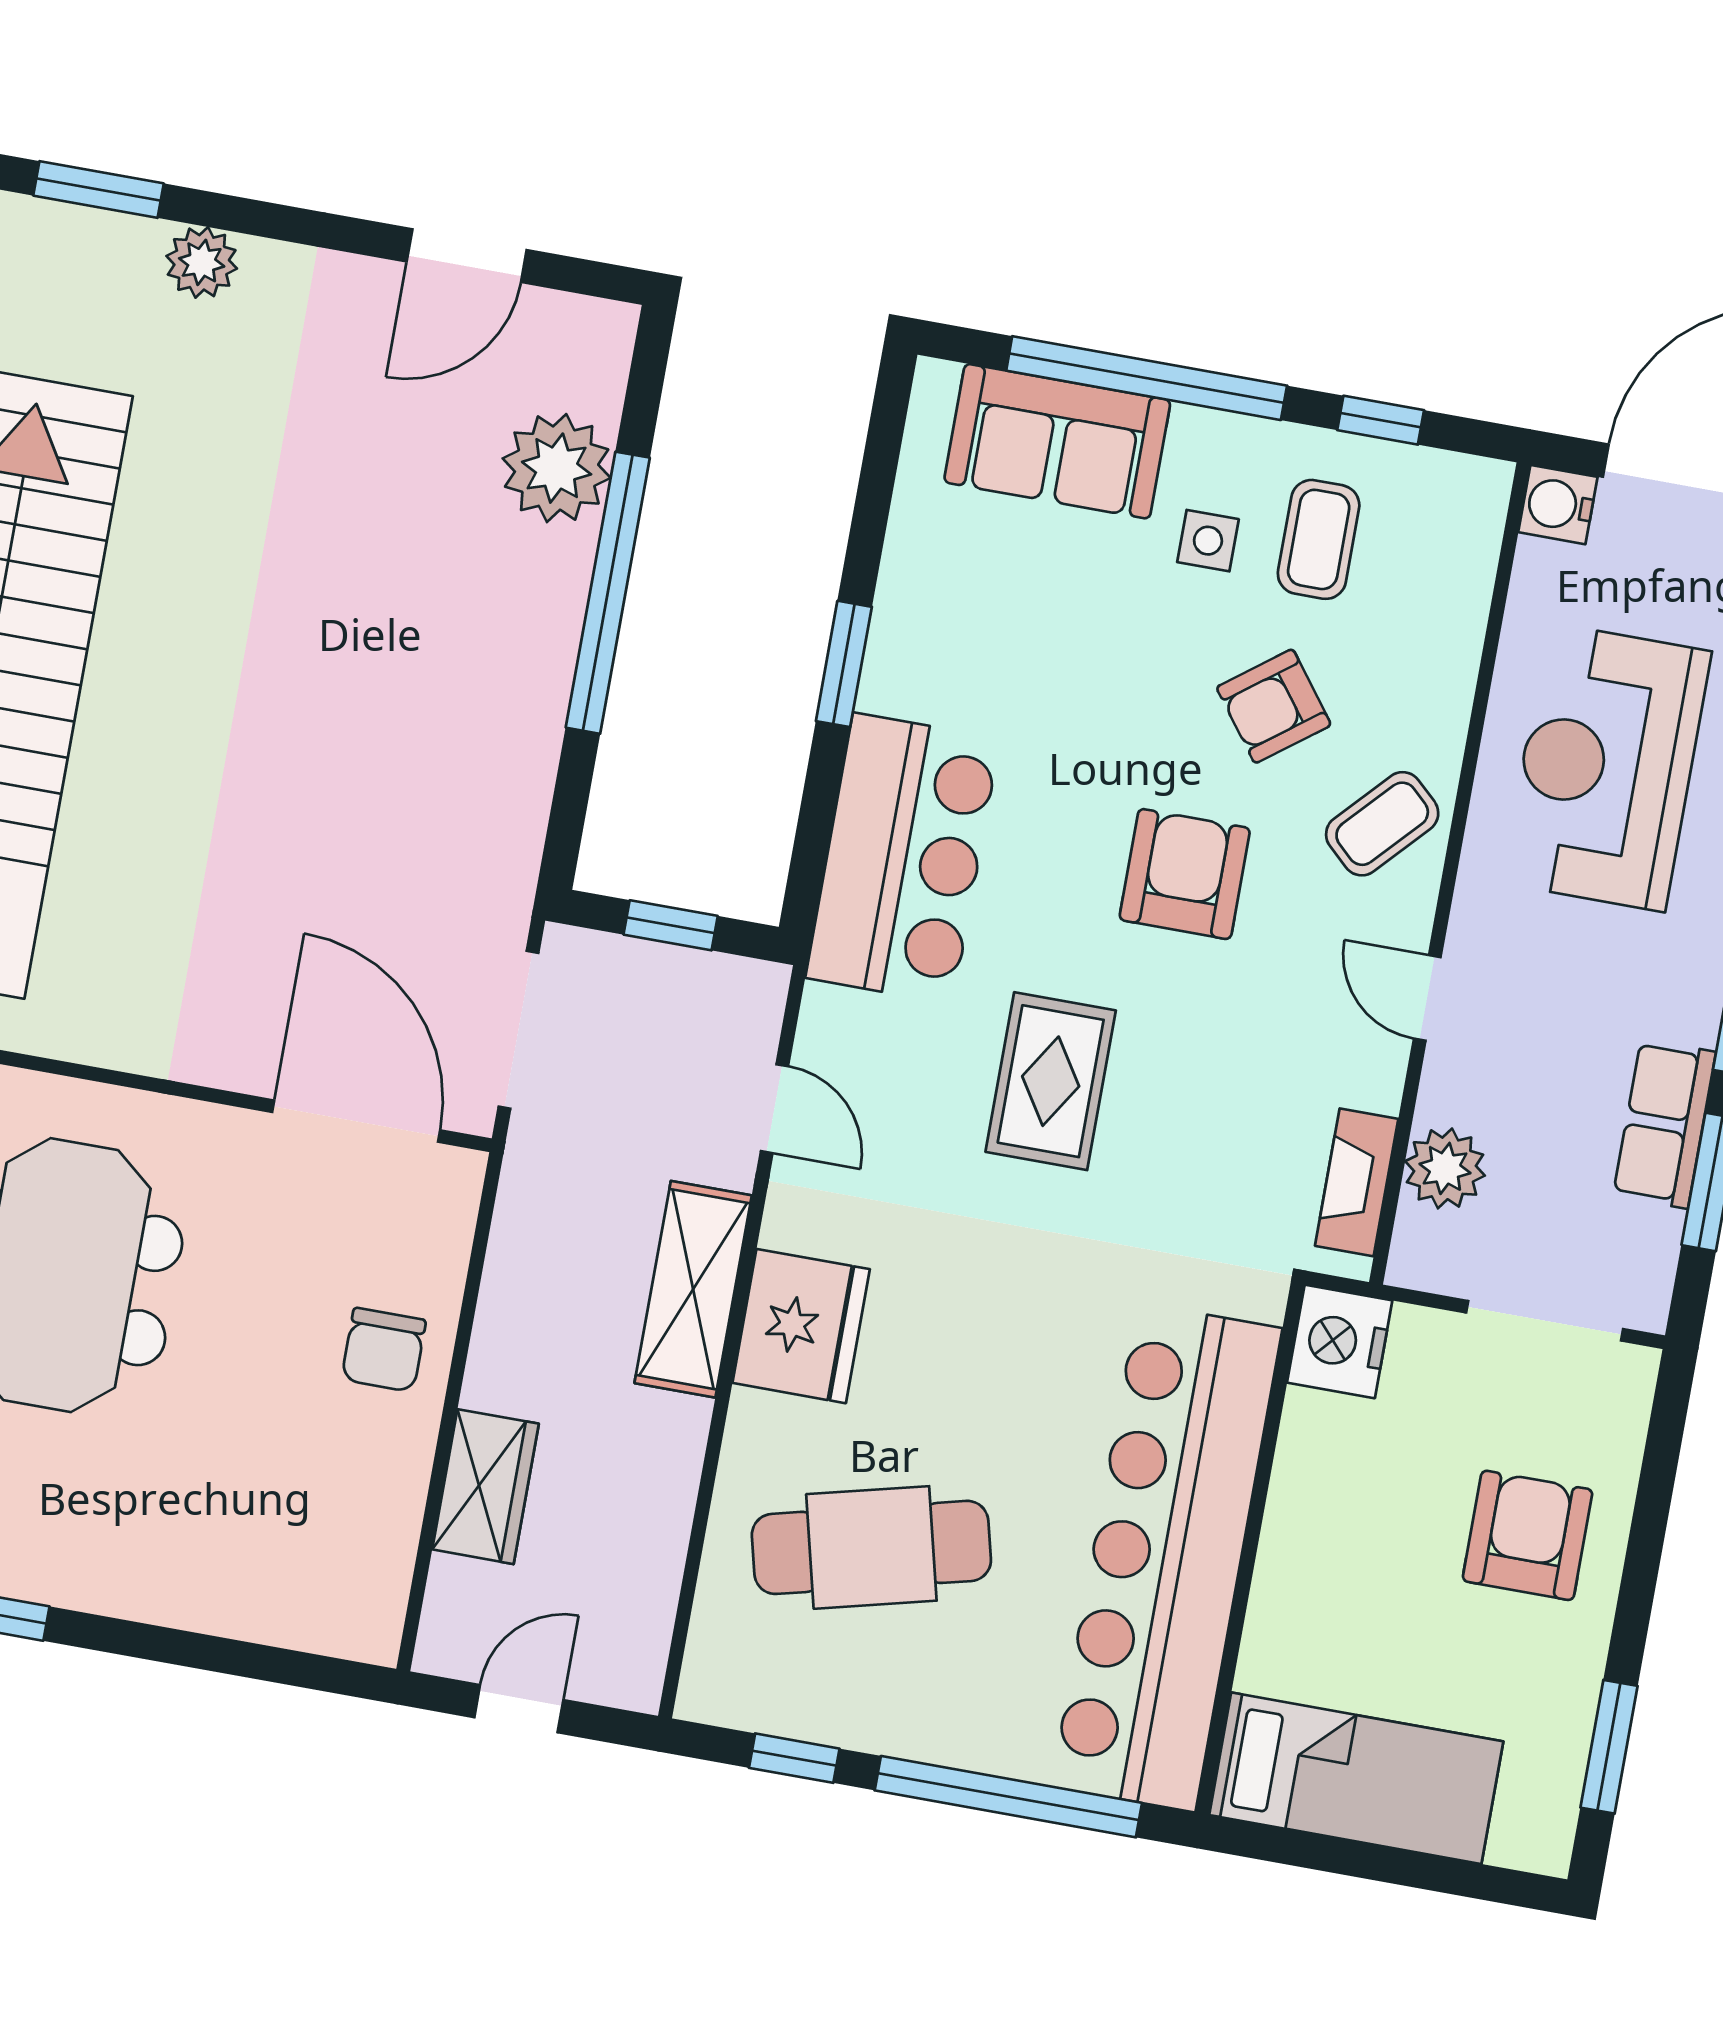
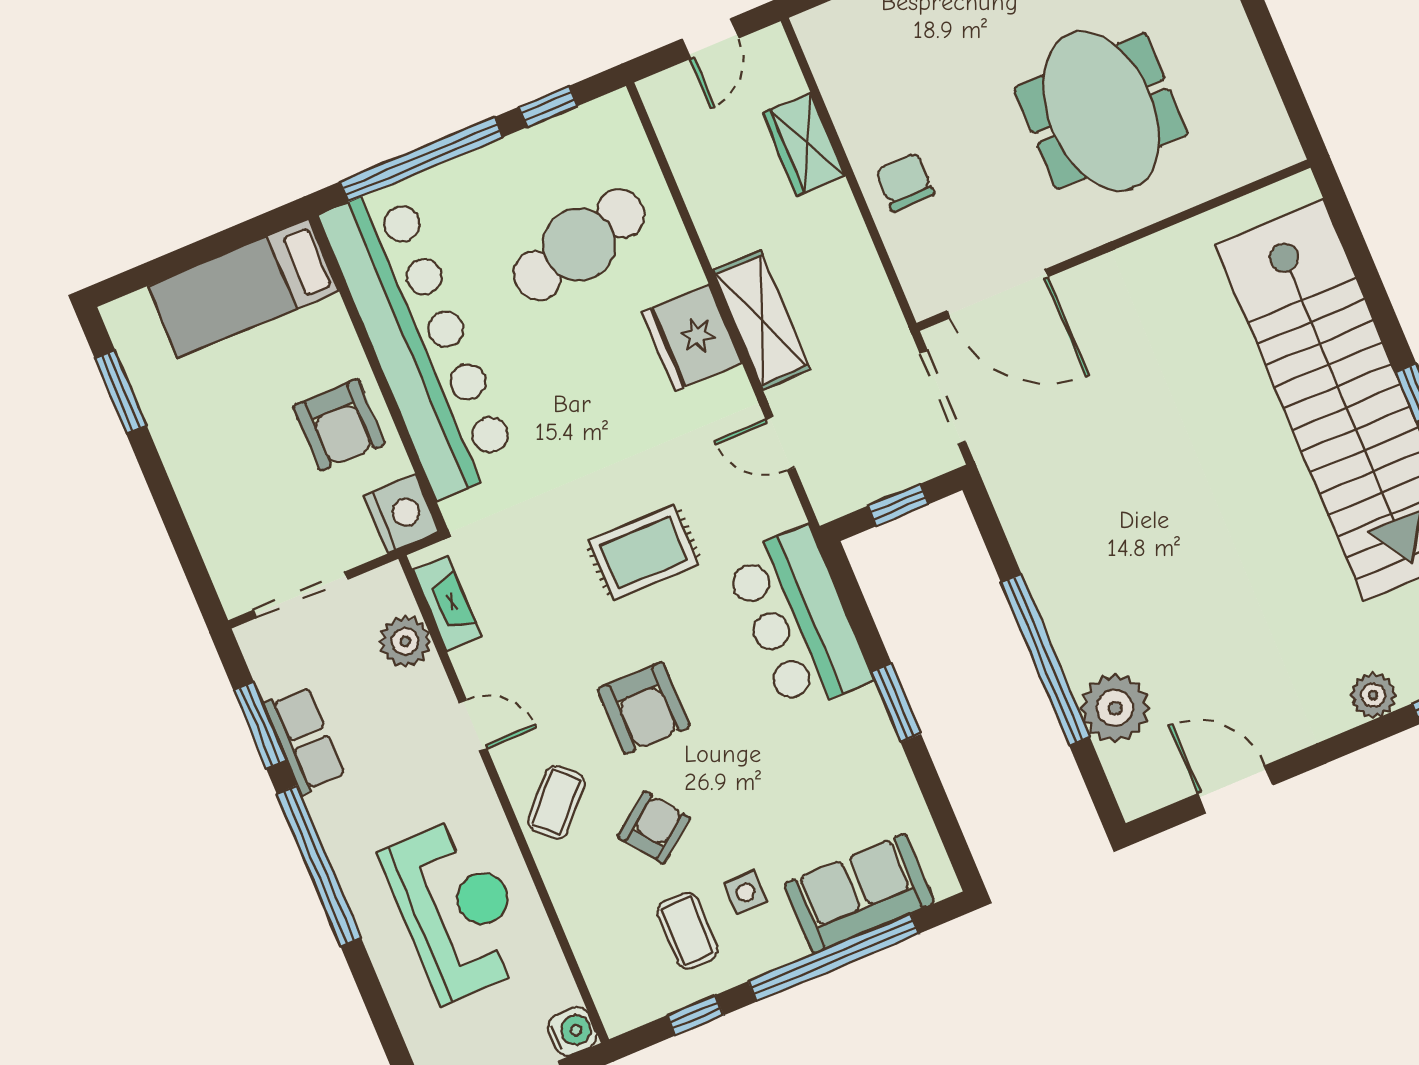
door: (467, 256) -> (1235, 789), hinge flipped
rug: (1051, 1081) -> (644, 553), turned 90
armchair: (1528, 1535) -> (339, 425), moved

